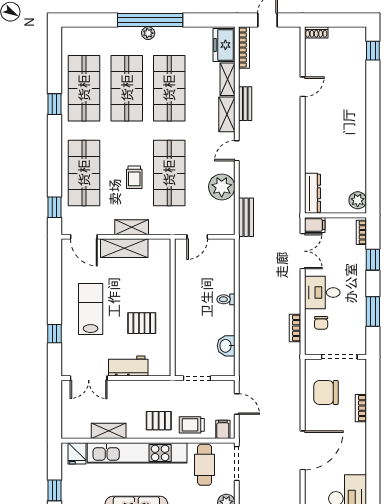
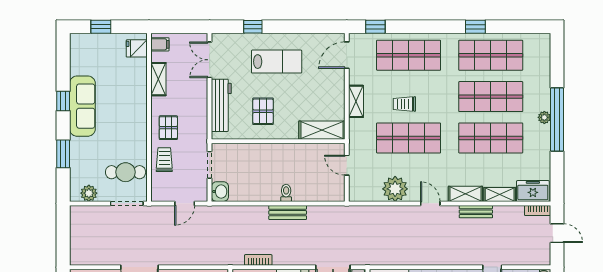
bookcase: (244, 47) -> (538, 211), width x0.64
bench: (246, 217) -> (288, 212), moved
shelving: (124, 248) -> (322, 130), moved, turned 90
washbasin: (226, 346) -> (220, 192), moved, turned 90
workbench: (128, 366) -> (221, 105), width x1.38
filing cabinet: (223, 429) -> (160, 44), moved
kitchen unit: (137, 453) -> (137, 107), removed

